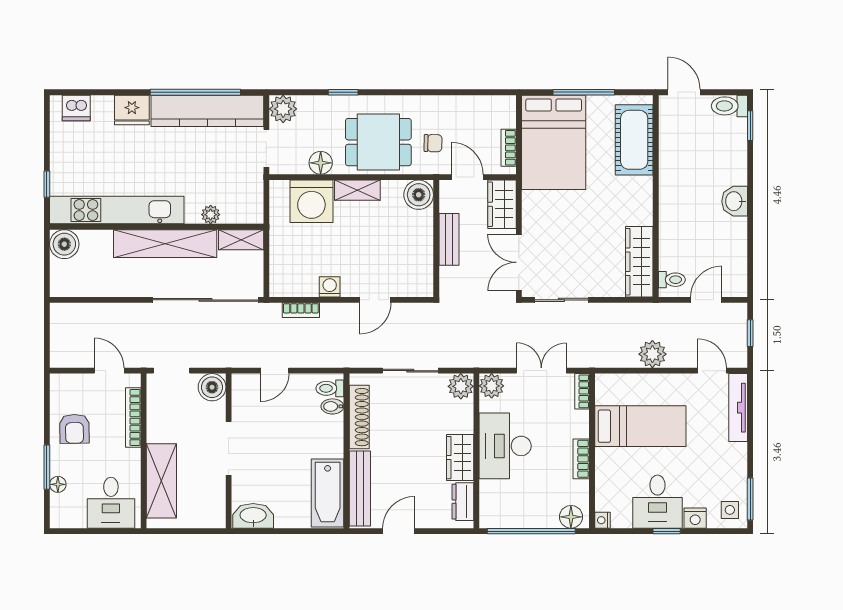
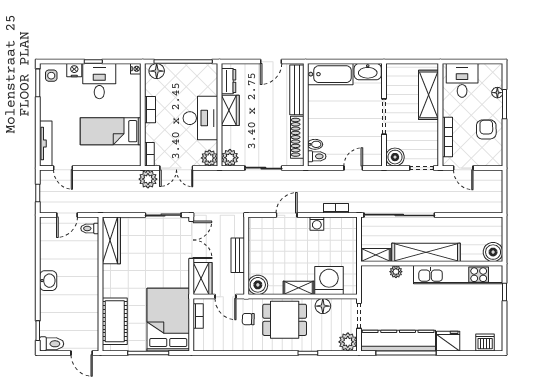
plant: (652, 354) -> (148, 179), moved
bathtub: (328, 493) -> (330, 74), moved, turned 90

